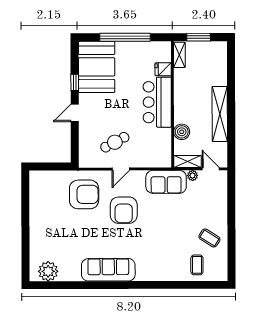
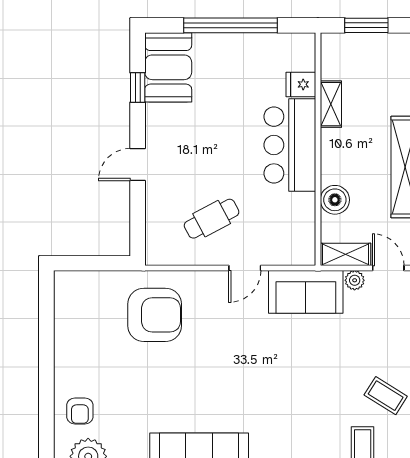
shelving: (179, 55) -> (331, 104), moved
booth: (97, 67) -> (168, 67), width x0.73, depth x0.70
window: (75, 82) -> (138, 88), moved
door: (121, 169) -> (245, 268), moved
armchair: (124, 210) -> (80, 411), moved, width x0.53, depth x0.53

